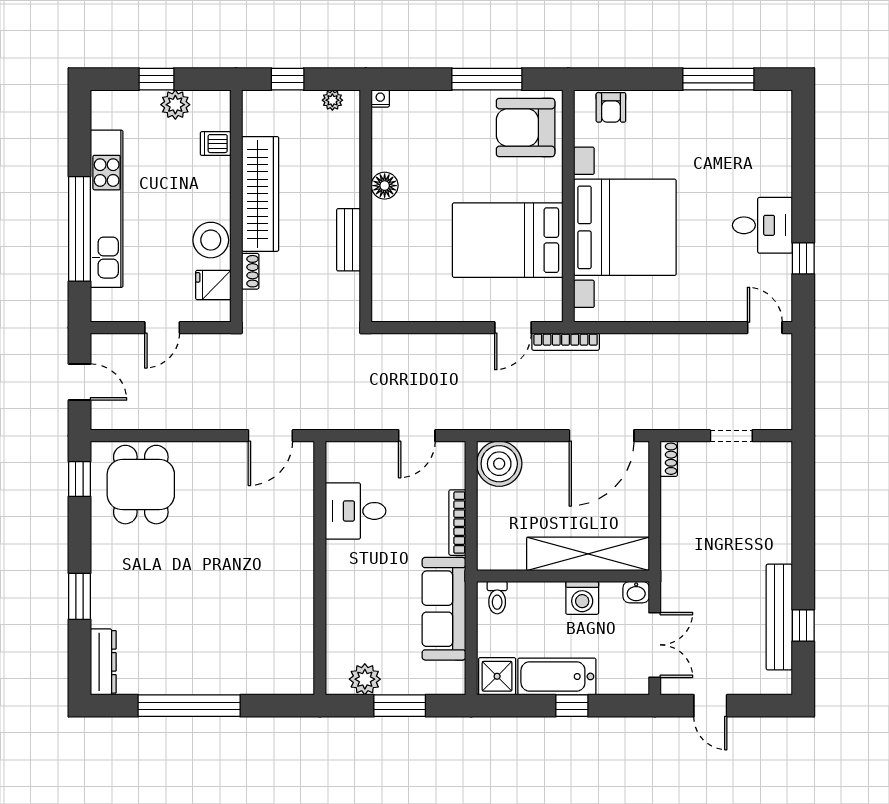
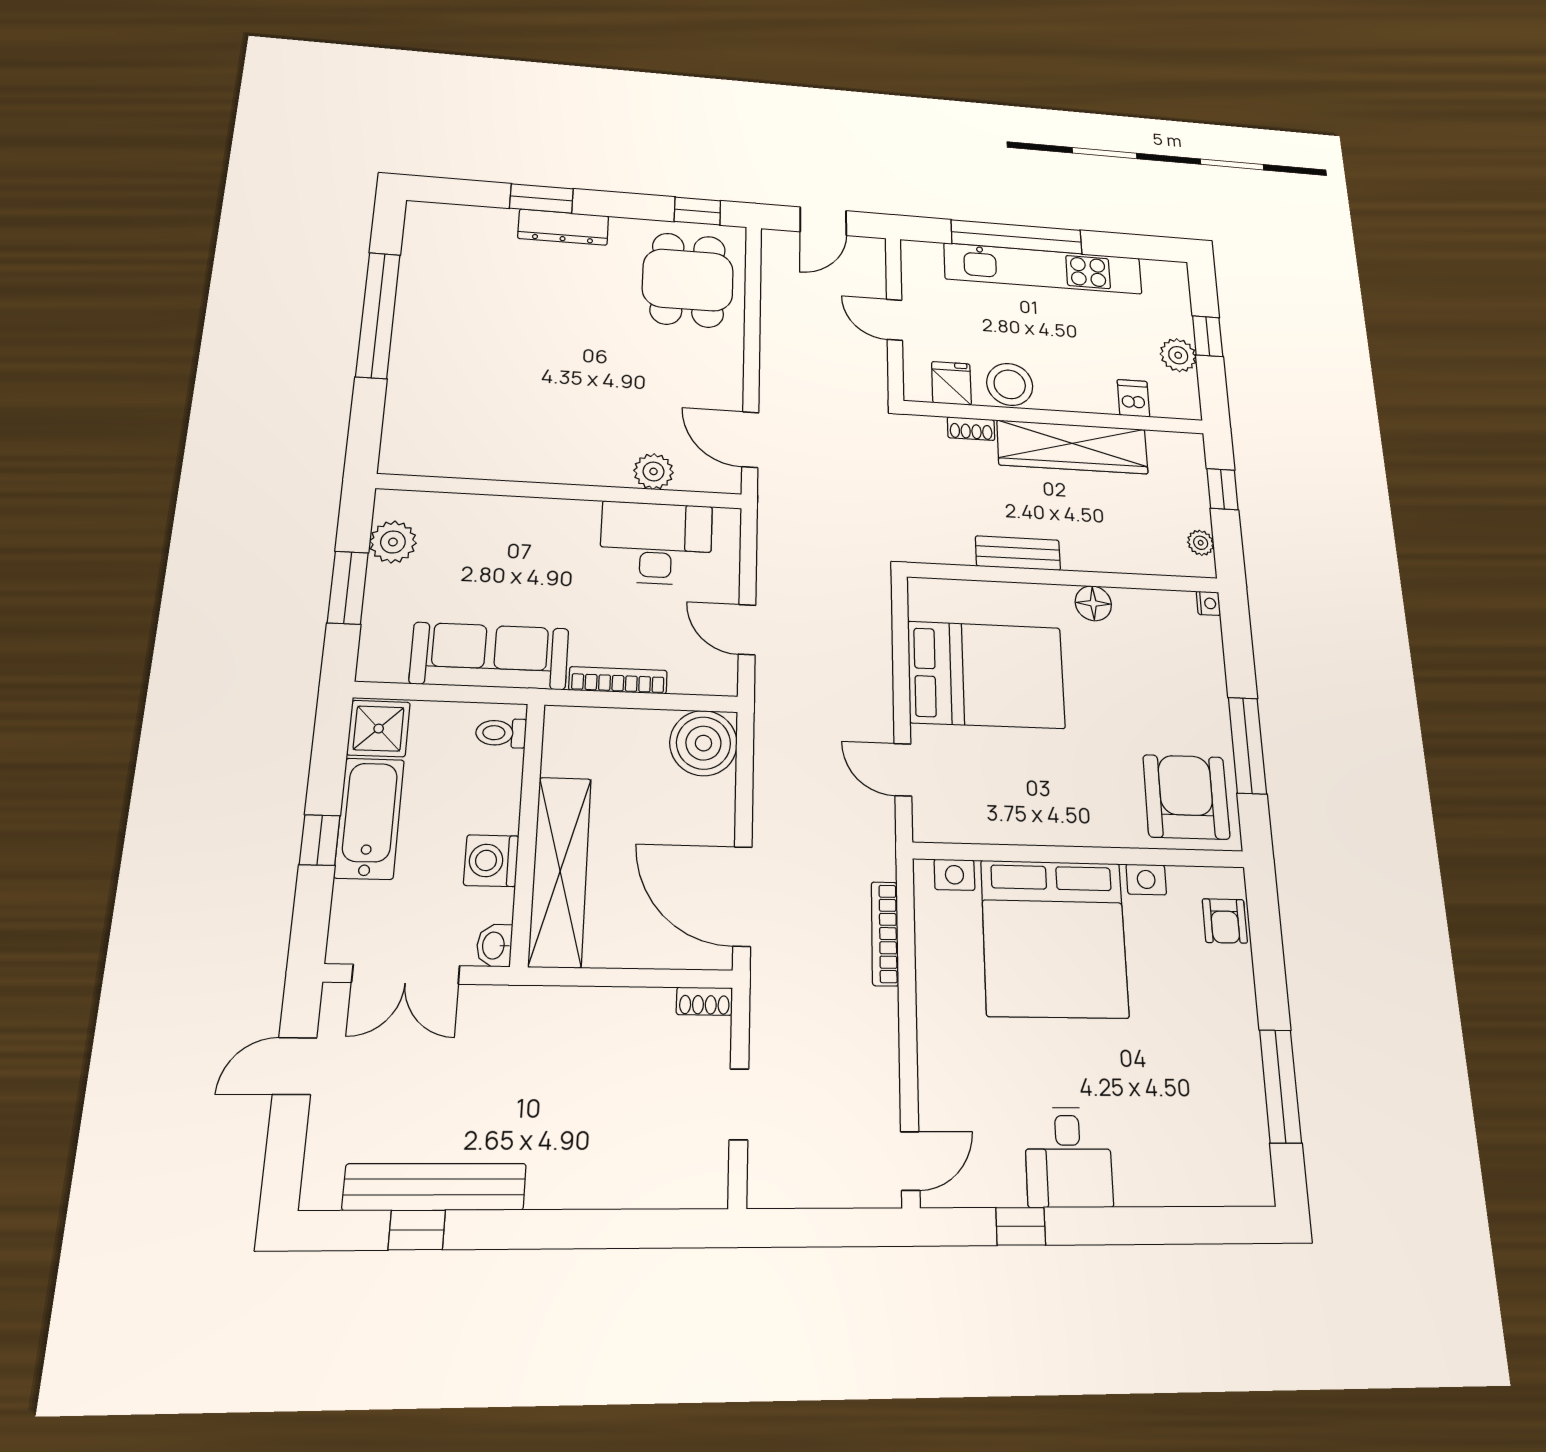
armchair: (611, 107) -> (1225, 921), turned -90
bed: (508, 240) -> (986, 675), moved, turned 90
bookcase: (566, 342) -> (885, 934), moved
dining table: (141, 485) -> (688, 280), turned 90
plant: (300, 504) -> (654, 471), added
desk: (356, 511) -> (656, 543), width x1.37
dresser: (103, 662) -> (563, 227), moved

